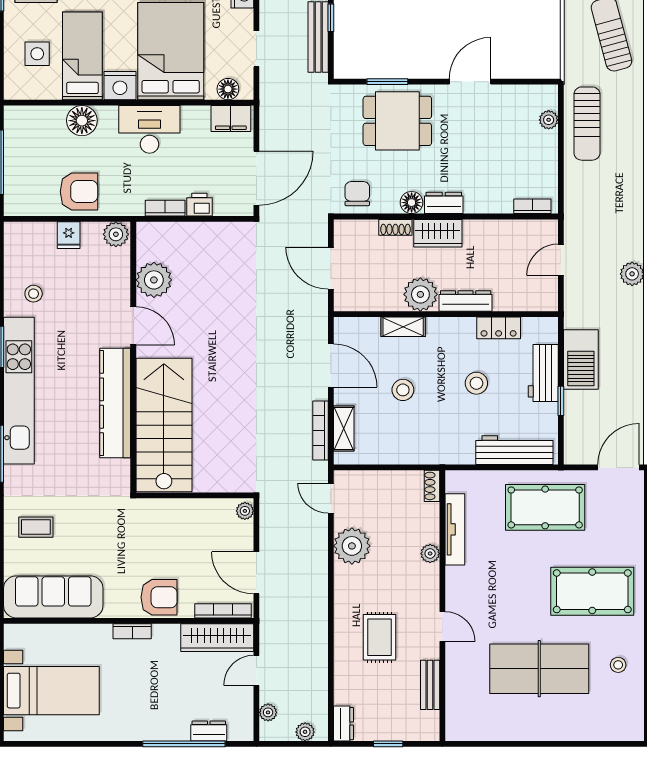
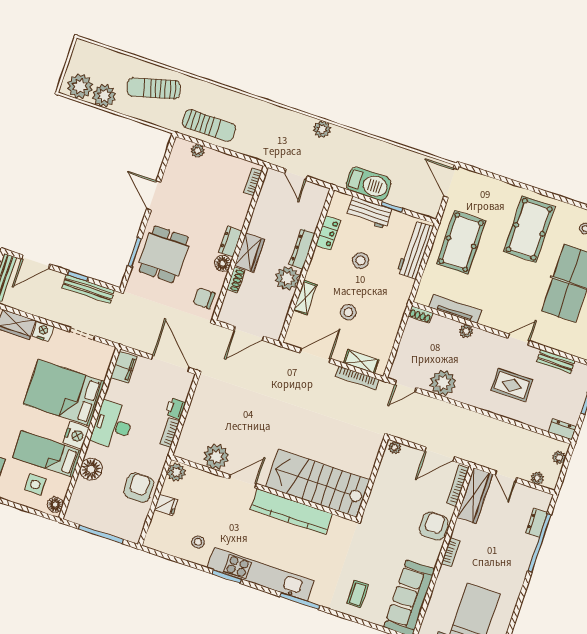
floor lamp: (228, 89) -> (55, 505), moved

